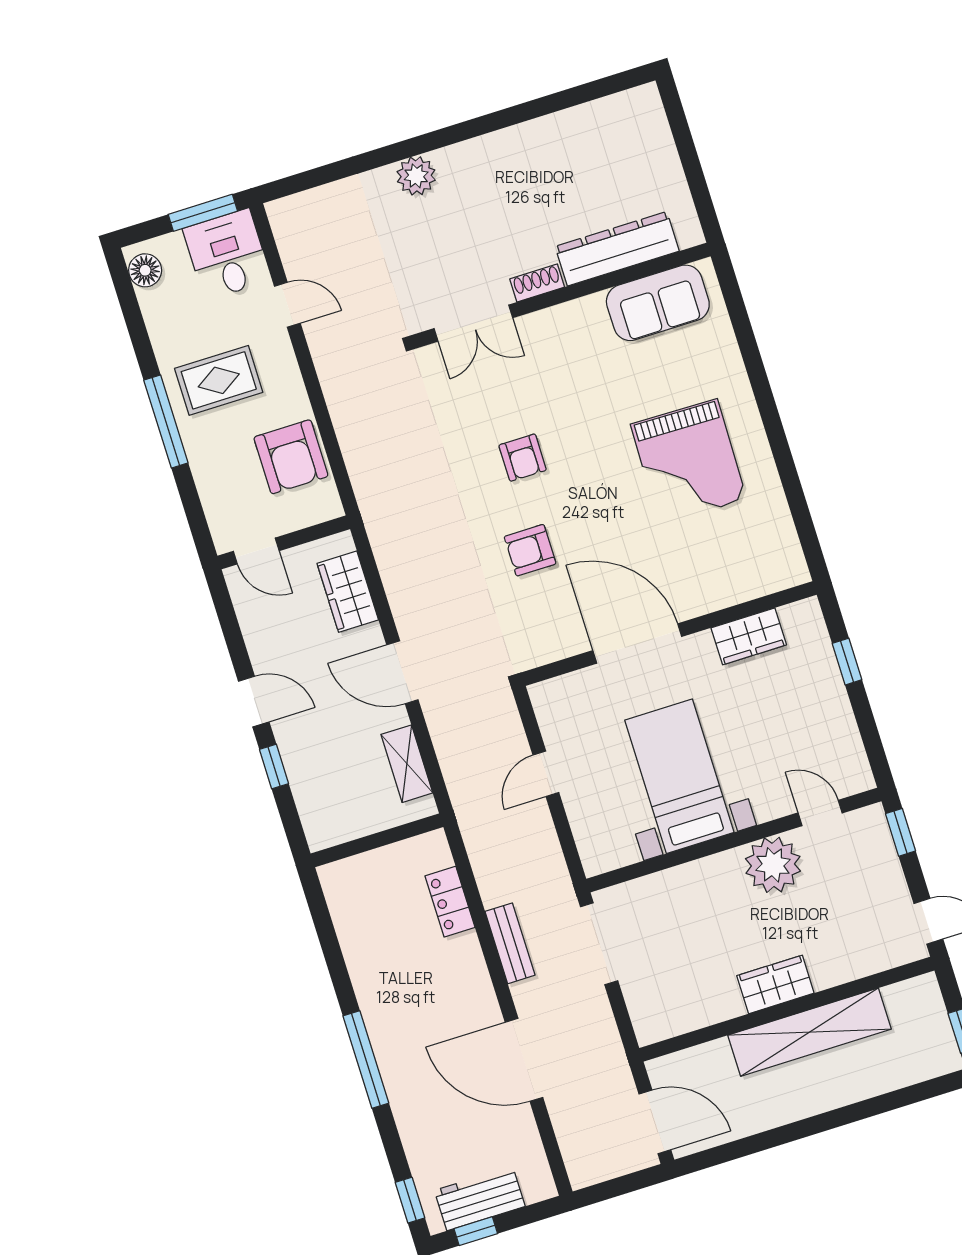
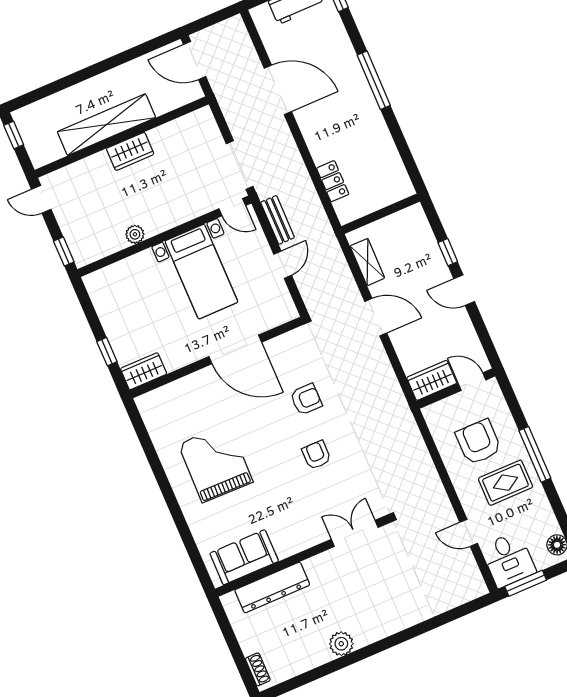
plant: (416, 176) -> (341, 644), moved
shoe rack: (537, 283) -> (258, 669), moved, turned -90
armchair: (291, 457) -> (478, 442), moved
wardrobe: (348, 592) -> (432, 380), moved, turned -90
wardrobe: (749, 636) -> (144, 371), moved
door: (820, 813) -> (232, 207), moved
plant: (773, 865) -> (135, 234), width x0.53, depth x0.53
bench: (510, 943) -> (278, 220), moved

